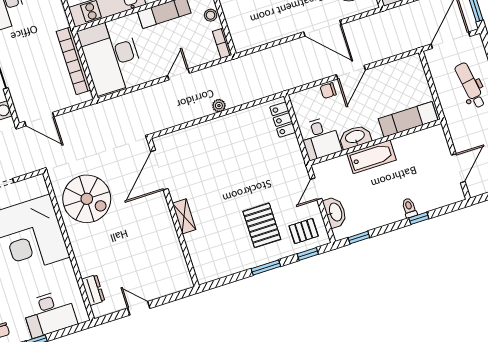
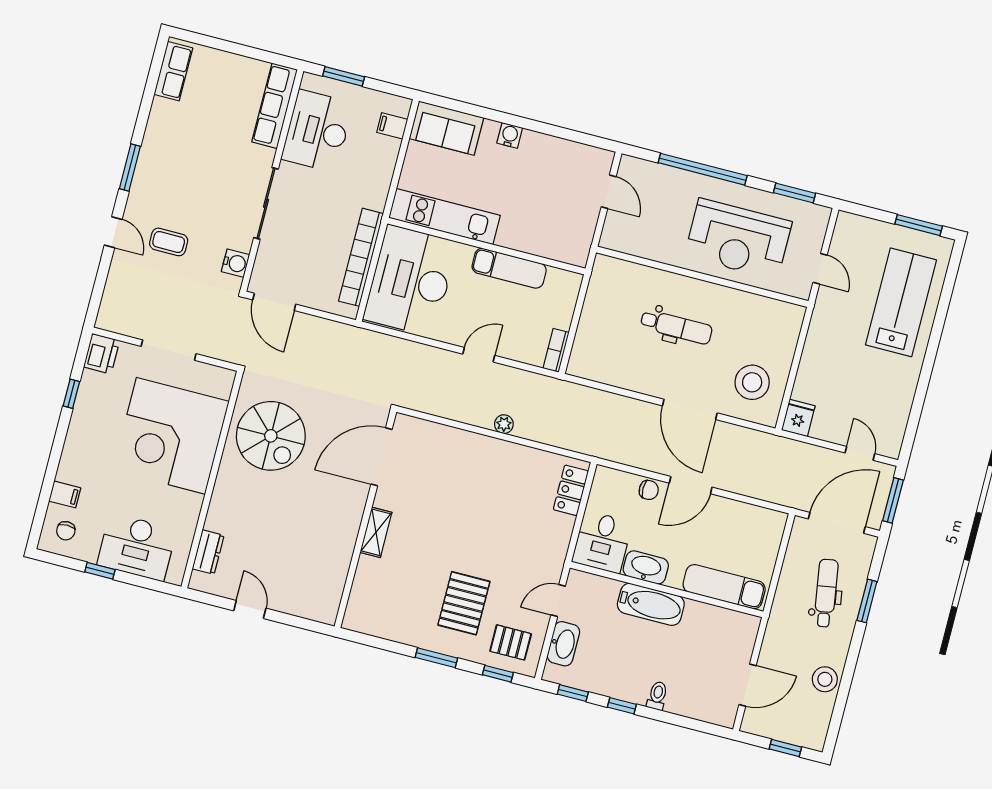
stool: (211, 15) -> (563, 307), removed
chair: (328, 91) -> (649, 490), turned 180
window: (419, 218) -> (622, 706), moved

